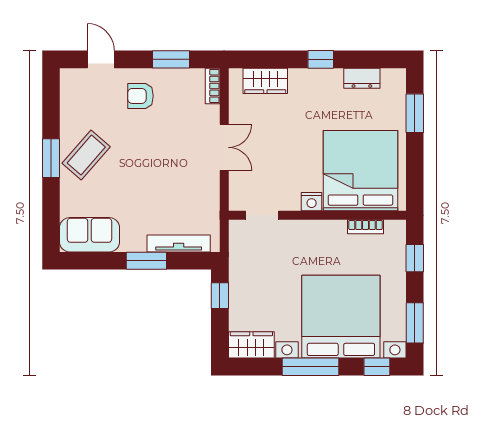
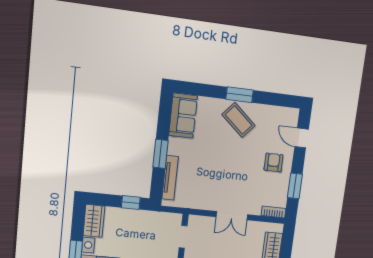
door: (101, 59) -> (302, 138), swing flipped

